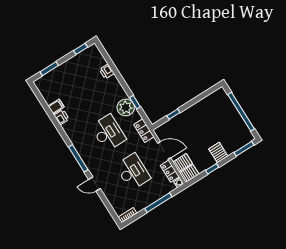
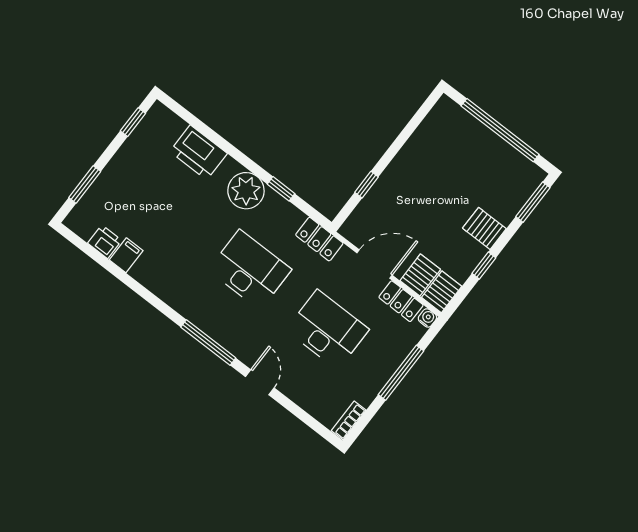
printer: (107, 71) -> (198, 152), width x1.87, depth x1.48
plant: (126, 108) -> (246, 191), moved
printer: (61, 117) -> (105, 242), moved
door: (94, 184) -> (260, 382), swing flipped

